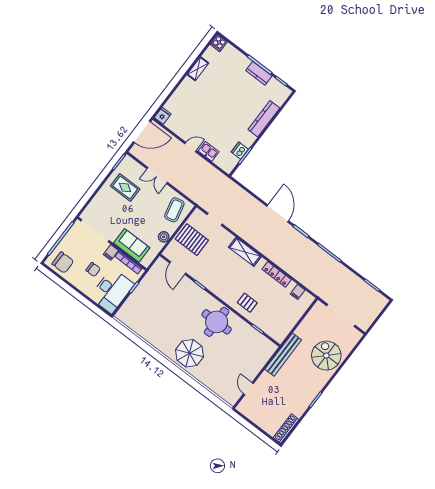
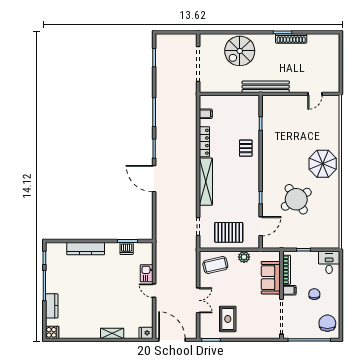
shelving: (198, 69) -> (112, 333), moved
kitchen counter: (259, 73) -> (52, 306), moved
door: (278, 213) -> (154, 179), hinge flipped
pallet: (192, 240) -> (229, 232), turned 90
shelving: (245, 252) -> (206, 182), width x1.47
desk: (112, 291) -> (329, 262), width x0.53, depth x0.77
round table: (217, 322) -> (296, 199), moved, turned -33
shoe rack: (286, 429) -> (291, 38), moved

